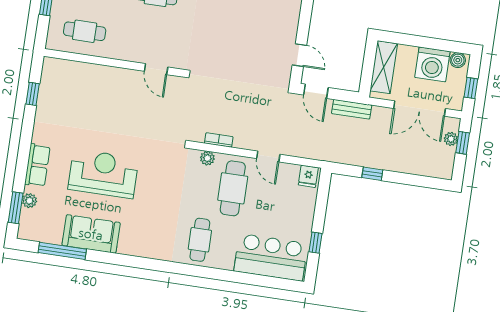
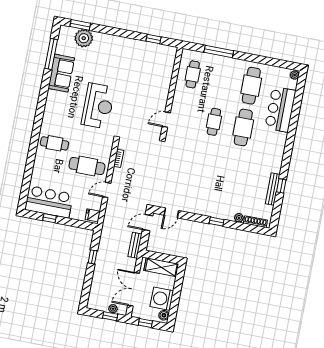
plant: (207, 158) -> (107, 150), removed
row of seats: (37, 165) -> (107, 40), removed
reception desk: (103, 174) -> (98, 106), moved
plant: (29, 201) -> (84, 38), width x1.88, depth x1.88
bar counter: (271, 257) -> (49, 202), moved, turned -90

